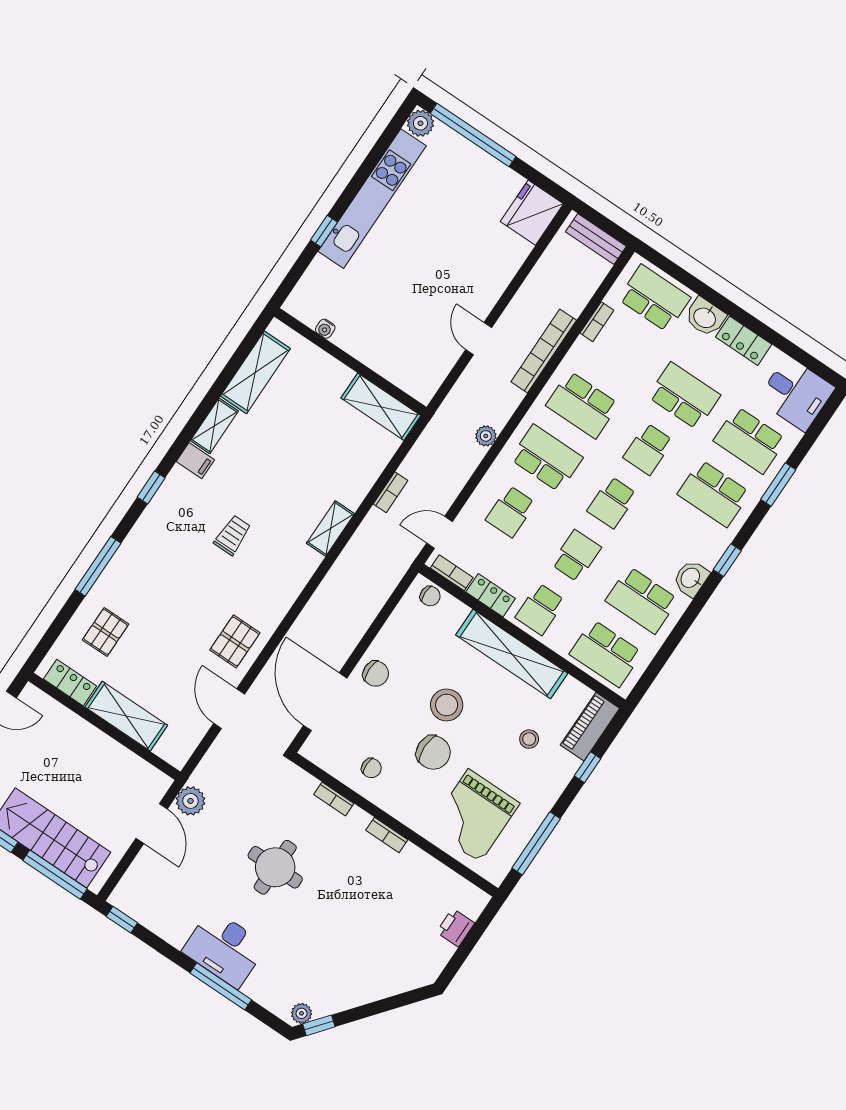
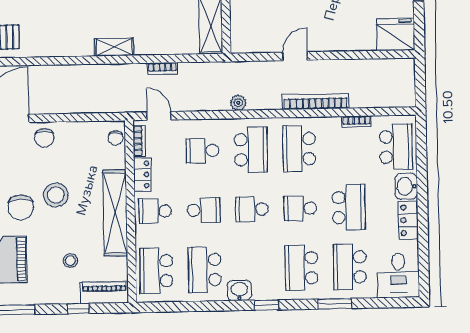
bench: (596, 239) -> (407, 85), removed

